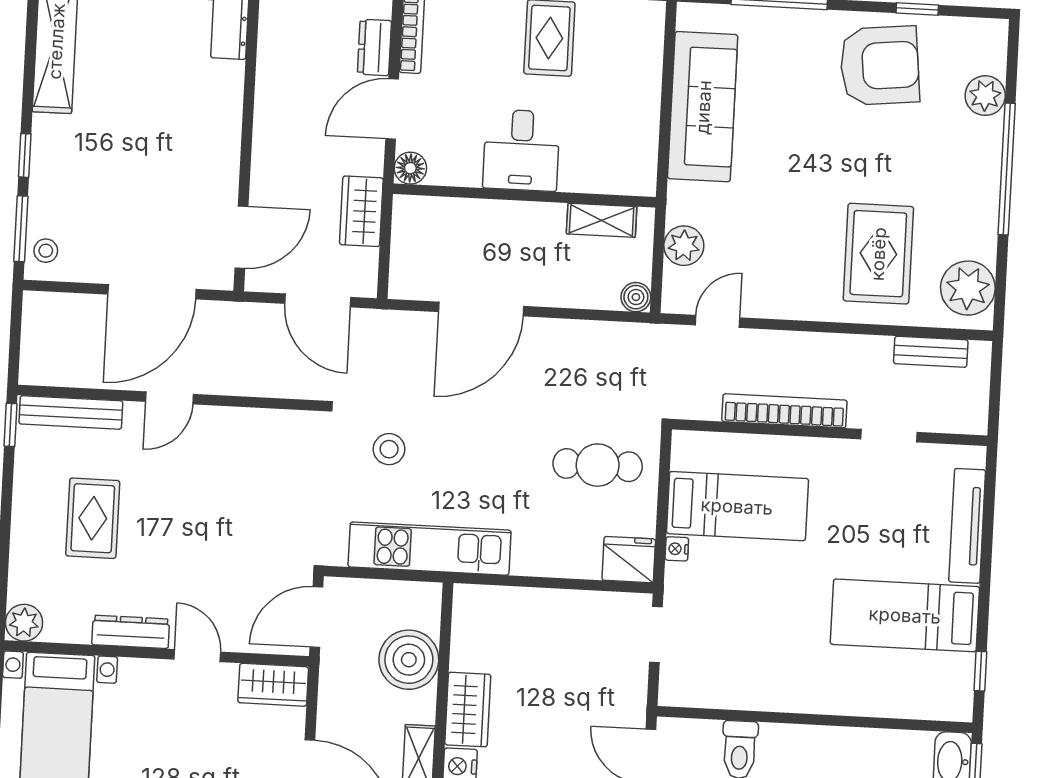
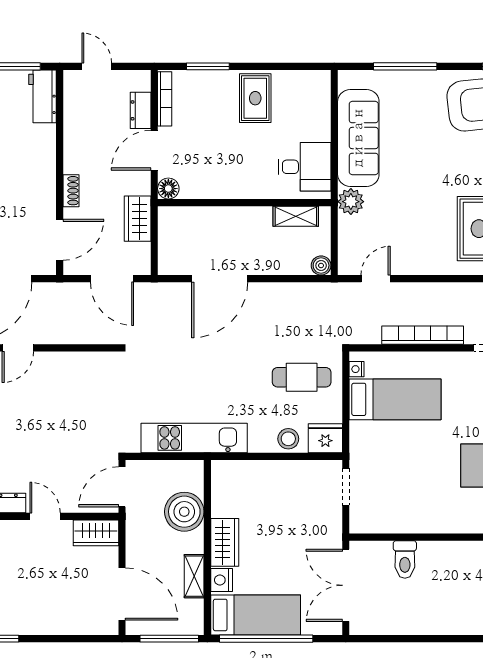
desk: (521, 150) -> (305, 167), moved, turned -90
shoe rack: (262, 164) -> (71, 191), added
plant: (684, 246) -> (351, 202), moved
stool: (389, 449) -> (288, 439), moved
nightstand: (677, 549) -> (357, 369), moved

